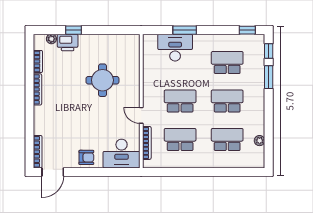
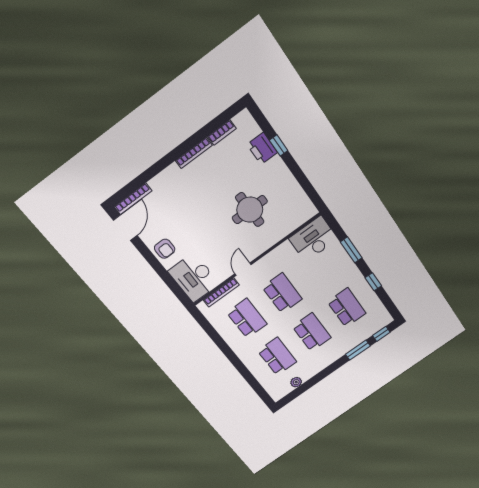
window: (247, 30) -> (373, 282), moved
plant: (51, 39) -> (254, 129), removed
desk: (175, 48) -> (313, 239), moved, turned -90
door: (53, 172) -> (125, 228), swing flipped

